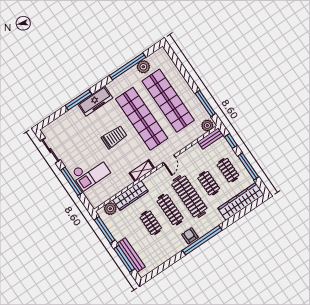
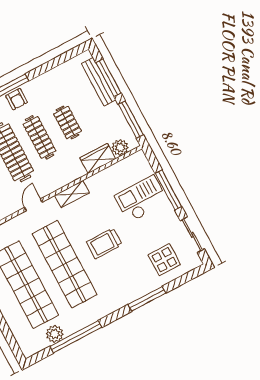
freezer: (95, 101) -> (125, 295), removed
display table: (69, 130) -> (164, 260), added
wardrobe: (130, 196) -> (98, 158), width x0.67

